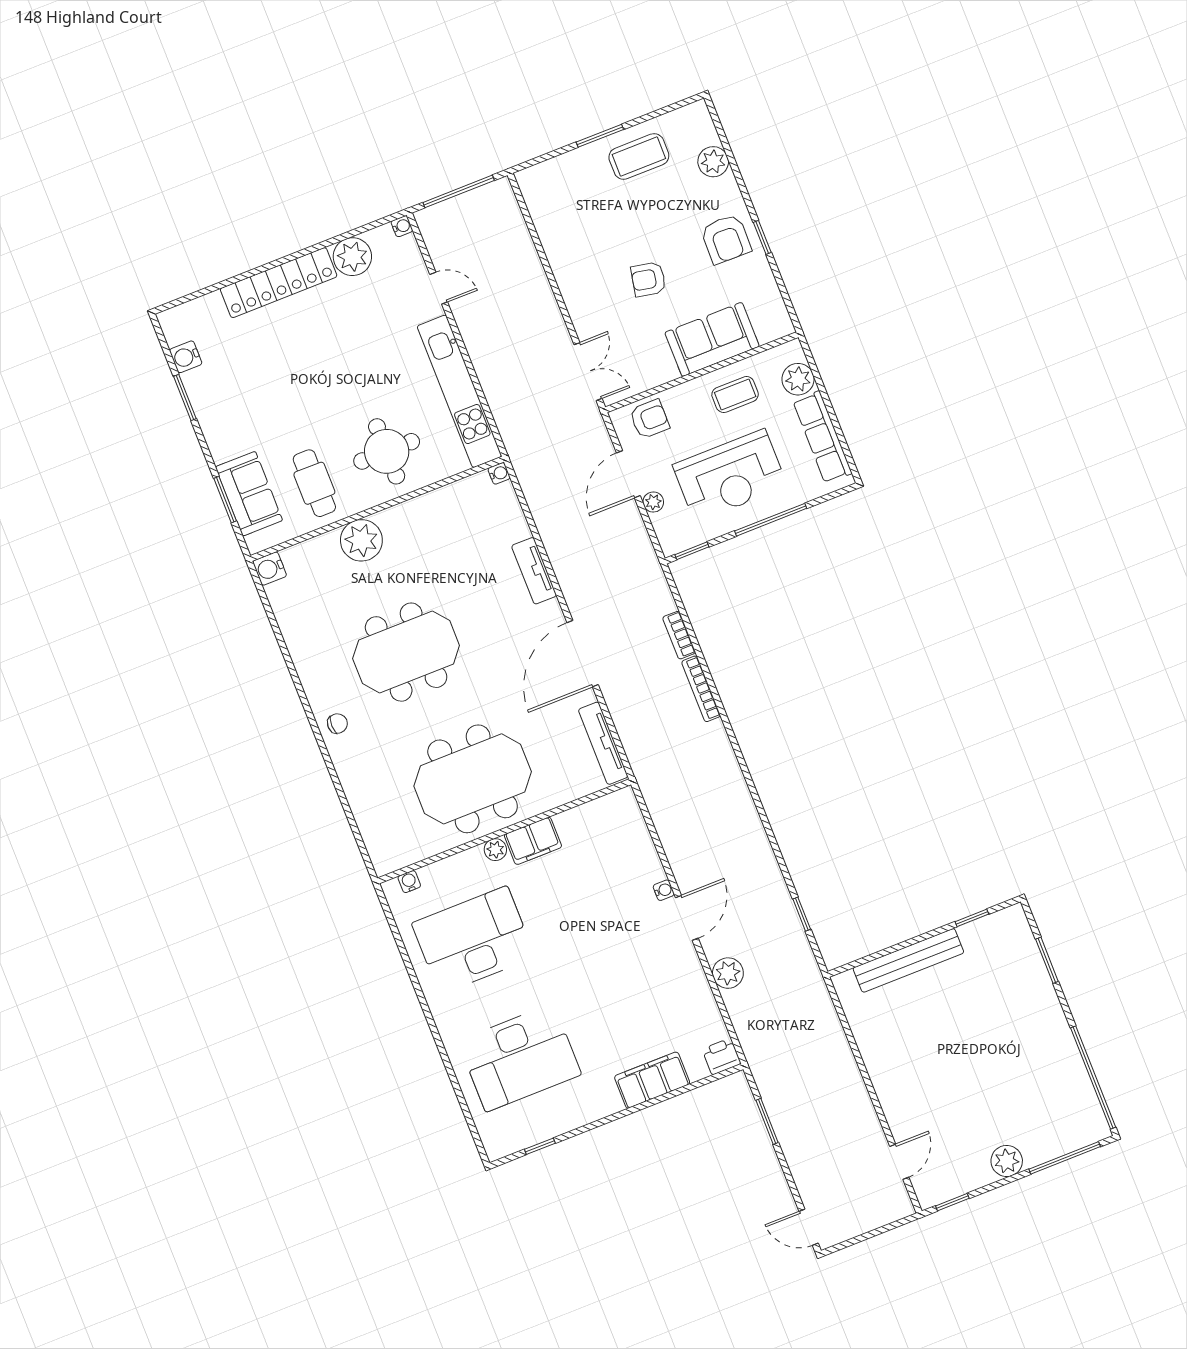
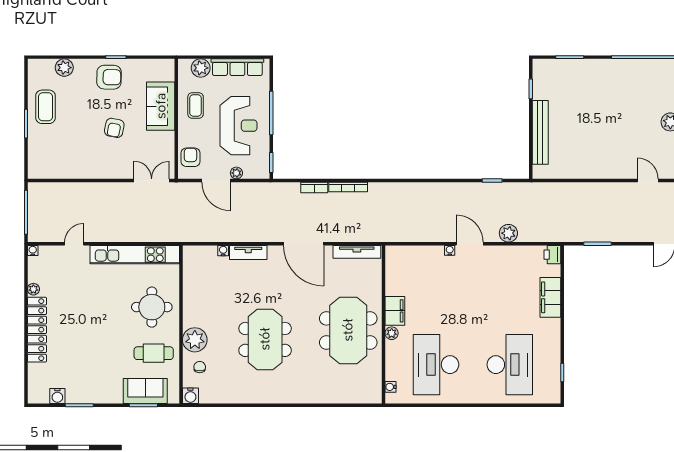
plant: (352, 257) -> (33, 289), width x0.53, depth x0.53
water cooler: (499, 473) -> (223, 251), moved
chair: (337, 723) -> (200, 367), moved

